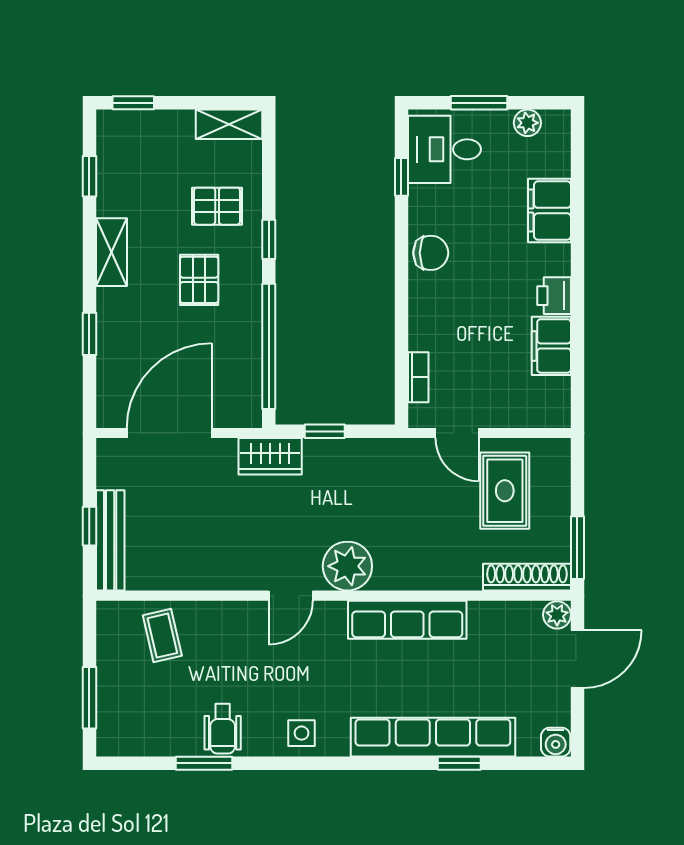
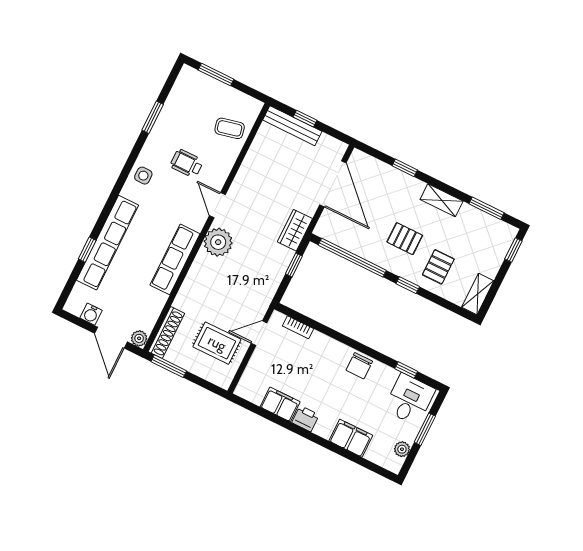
window: (89, 176) -> (487, 208), width x1.50
wheelchair: (223, 729) -> (187, 163), moved
water cooler: (556, 742) -> (91, 314), moved, turned -90

